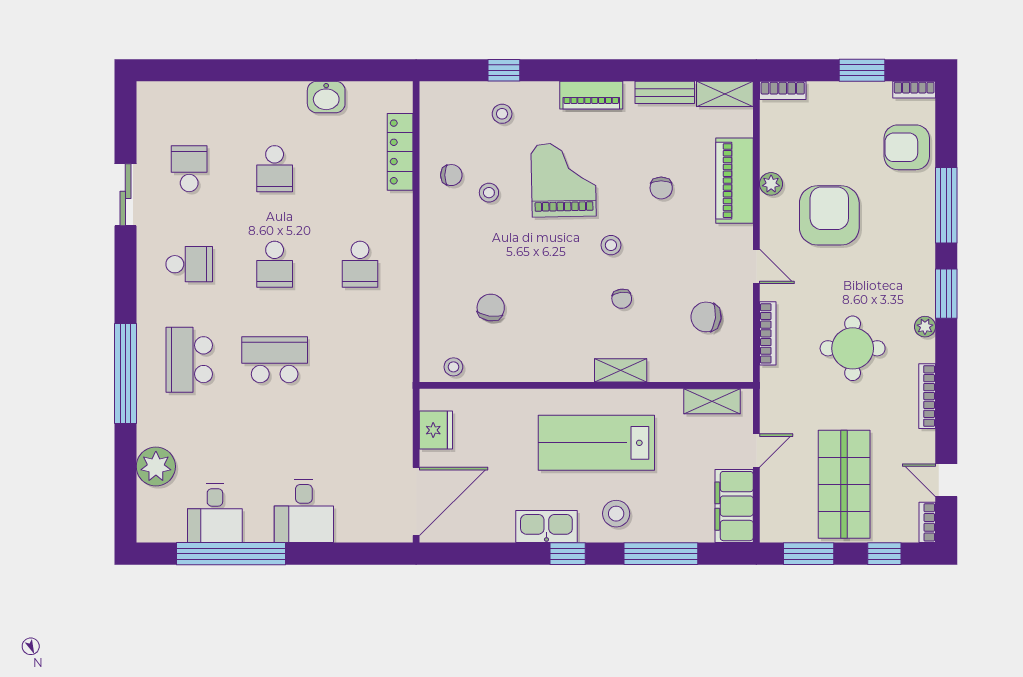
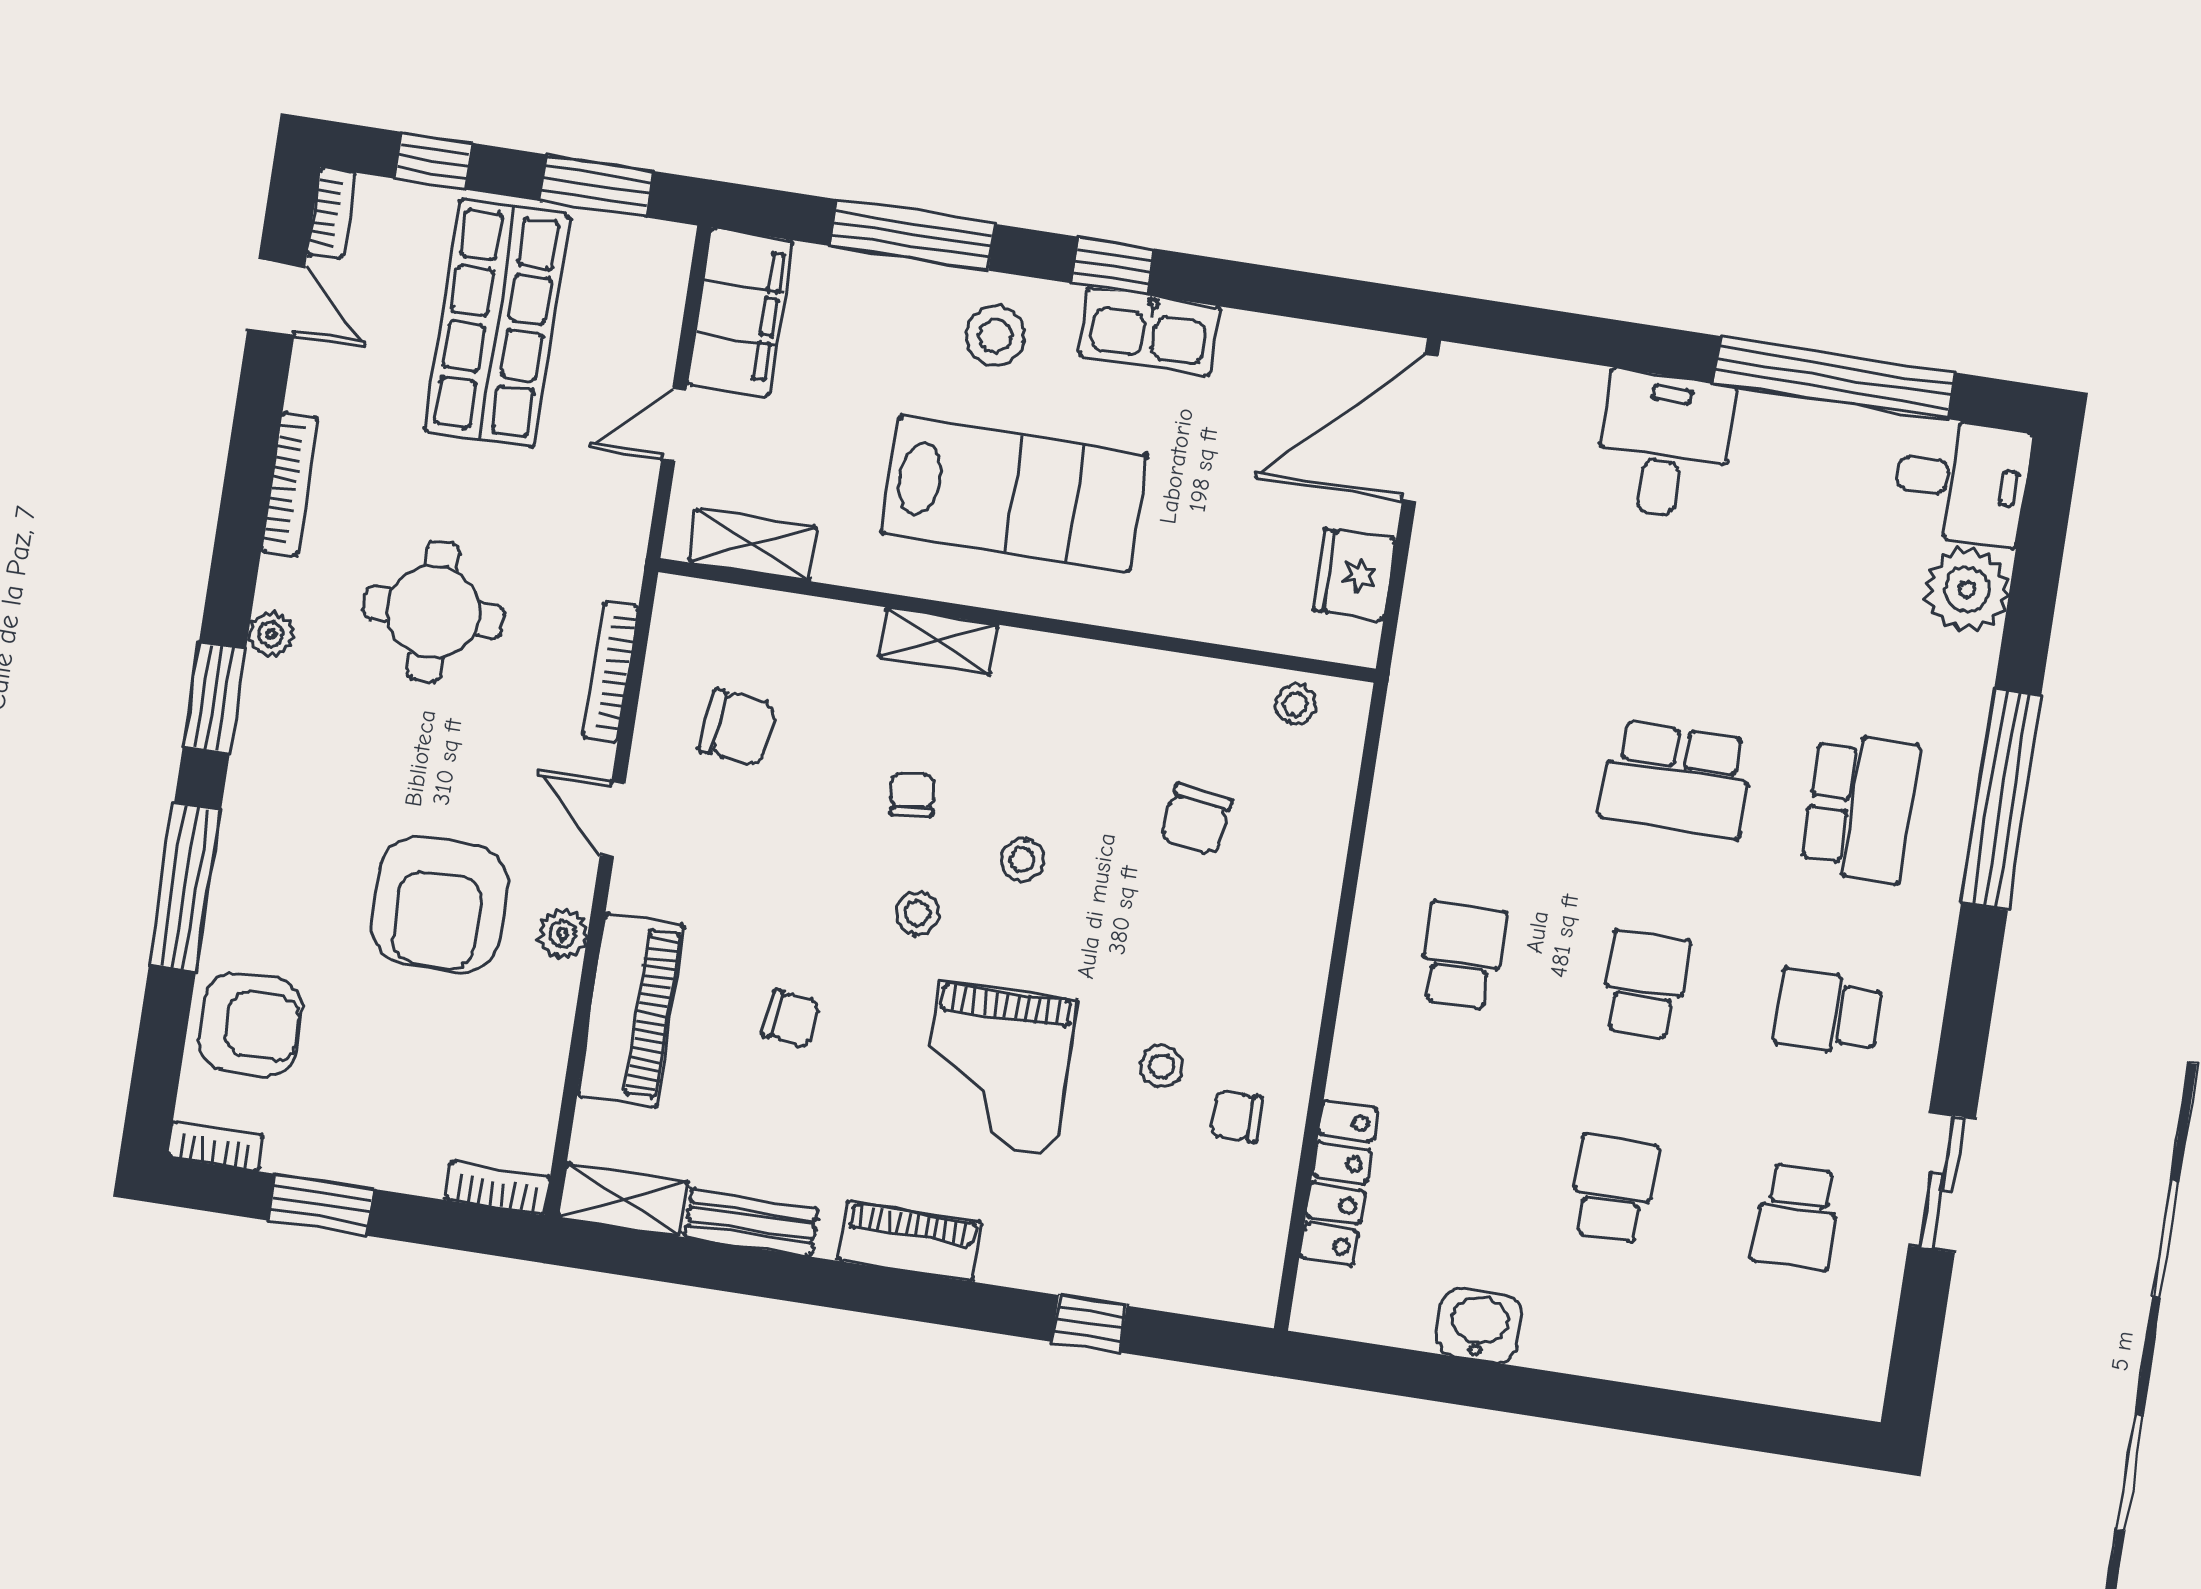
stool: (502, 114) -> (1022, 860), moved
plant: (771, 184) -> (563, 934), moved
chair: (661, 188) -> (791, 1019), turned 98
desk: (215, 513) -> (1962, 481), moved, turned 90

